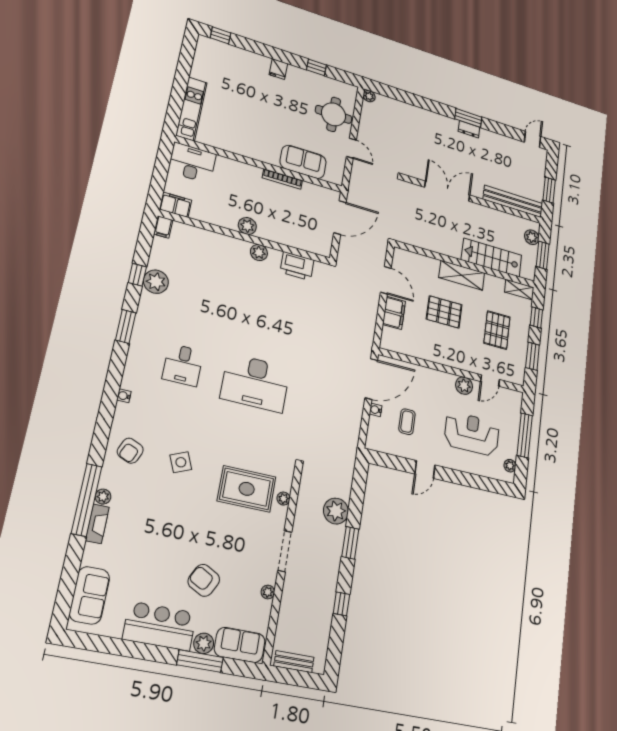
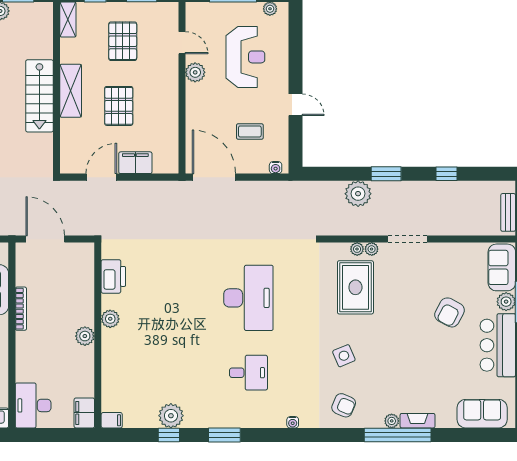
stairs: (492, 258) -> (39, 96), moved
pallet: (497, 330) -> (123, 41), turned 90
water cooler: (376, 410) -> (276, 168), moved
reception desk: (472, 434) -> (245, 57), turned 180
plant: (268, 592) -> (372, 249), moved

